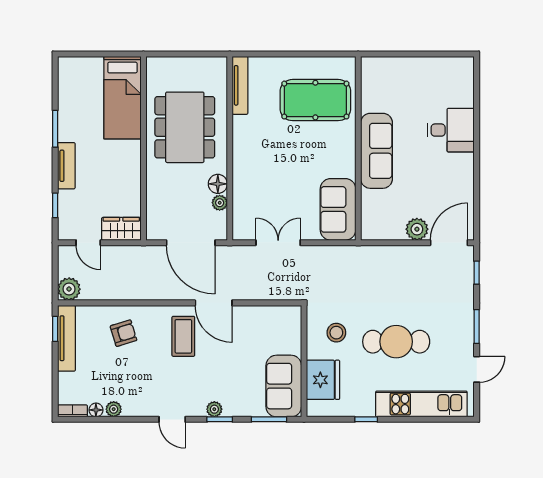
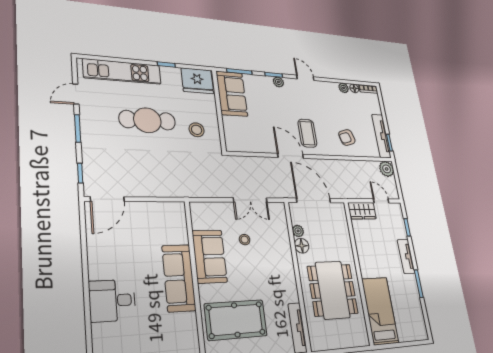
stool: (292, 193) -> (245, 240), added
sofa: (338, 209) -> (210, 256), moved
plant: (417, 229) -> (137, 211), removed
fridge: (323, 380) -> (197, 81), moved, turned -90

